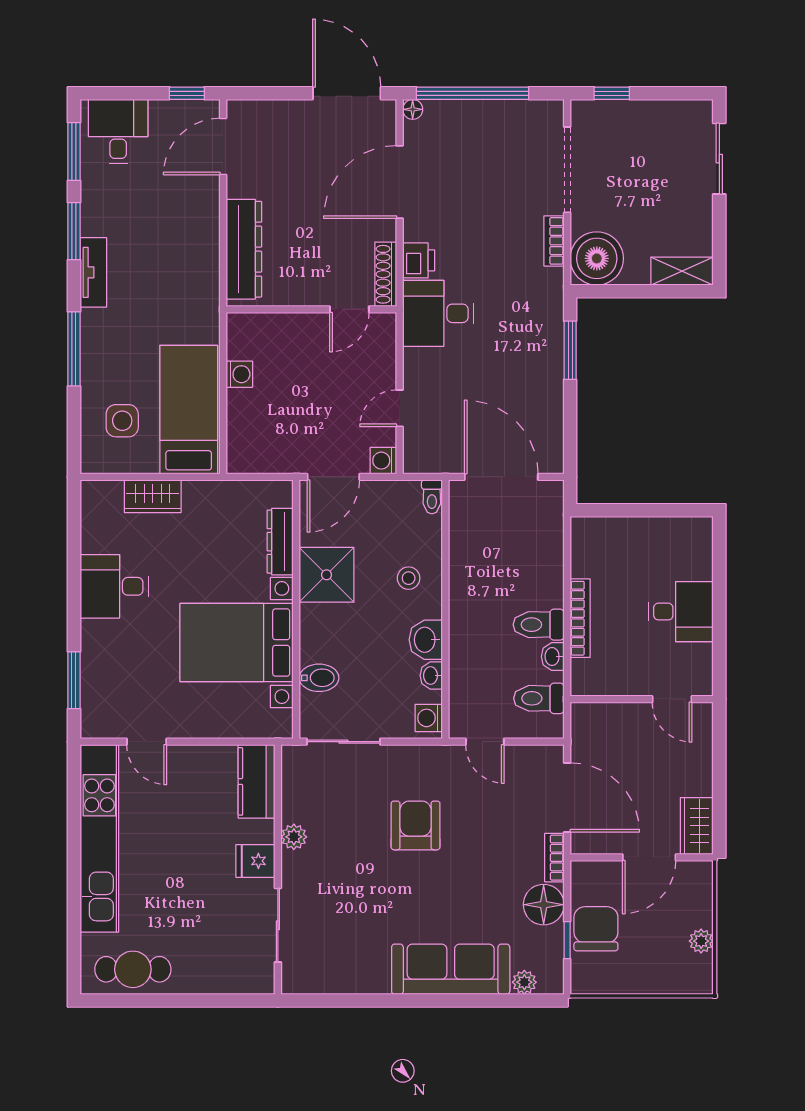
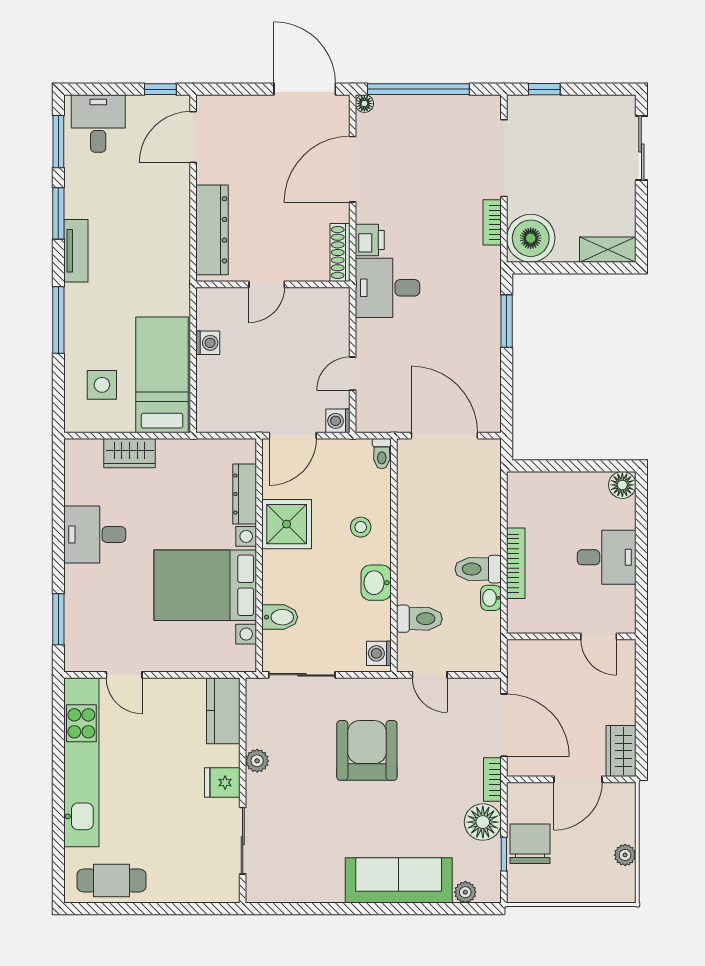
door: (349, 309) -> (267, 284), moved
floor lamp: (698, 531) -> (622, 485), added
washbasin: (431, 676) -> (381, 615), removed
toilet: (539, 698) -> (419, 619), moved, turned 180
armchair: (416, 825) -> (367, 750), width x1.36, depth x1.36

